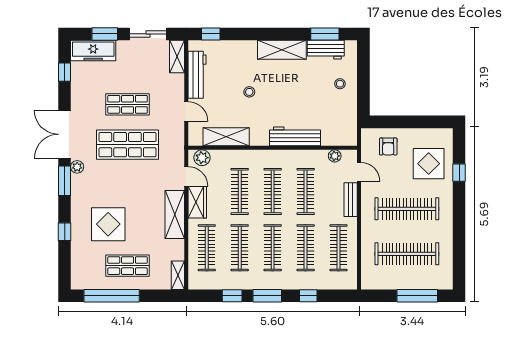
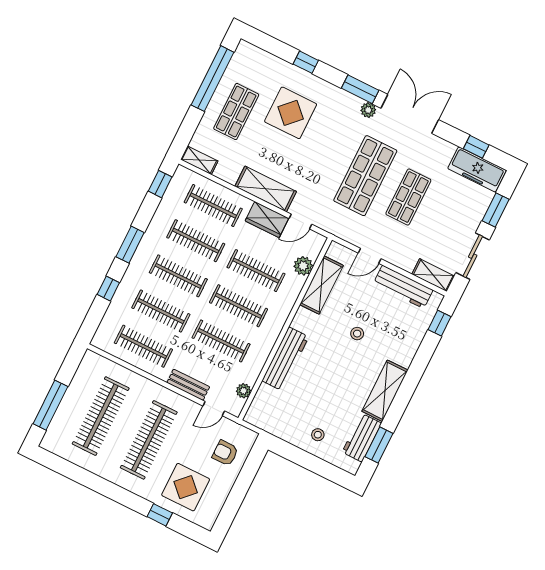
freezer: (93, 51) -> (477, 169), moved, turned -90
plant: (202, 158) -> (303, 266), moved
window: (232, 296) -> (160, 184), moved

